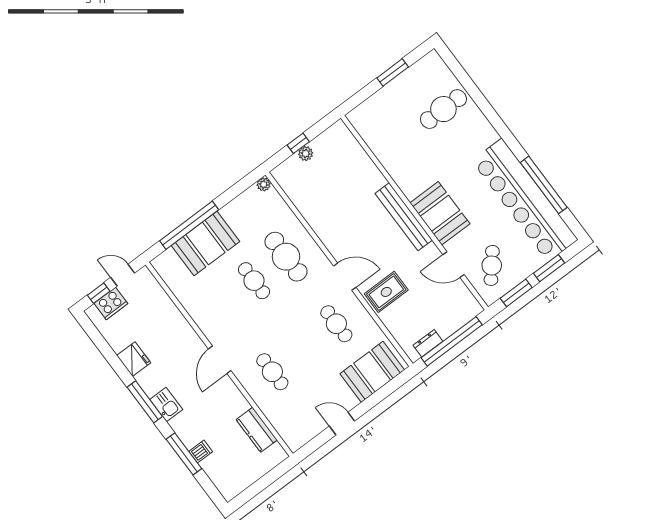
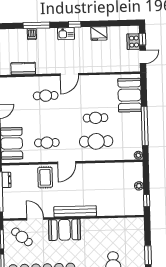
window: (298, 143) -> (147, 201), moved
window: (189, 225) -> (145, 126), moved
booth: (205, 243) -> (130, 95), moved
door: (454, 265) -> (35, 219), hinge flipped
door: (220, 360) -> (69, 74), swing flipped
window: (145, 402) -> (75, 24), width x0.46

